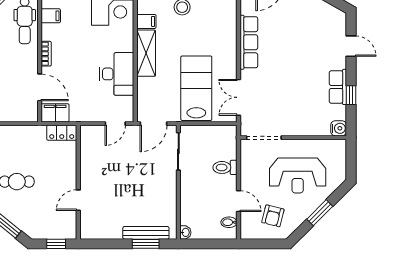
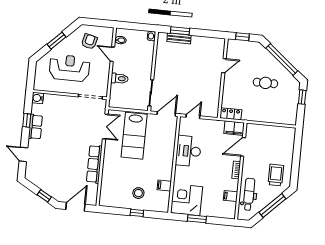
shelving: (146, 53) -> (167, 164), removed
door: (40, 87) -> (243, 147), hinge flipped
bench: (146, 233) -> (179, 38), width x0.73

